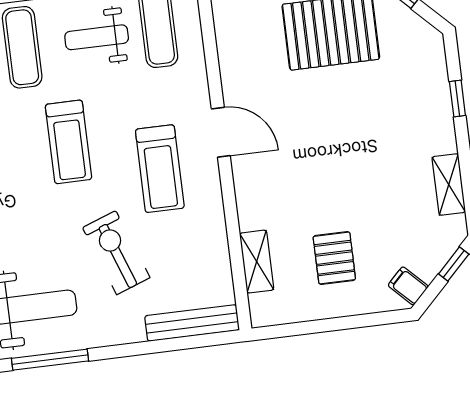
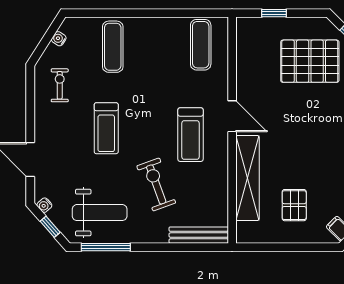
weight bench: (97, 37) -> (161, 46), removed
treadmill: (69, 142) -> (106, 128), moved
shelving: (257, 262) -> (248, 178), width x2.20, depth x1.33

